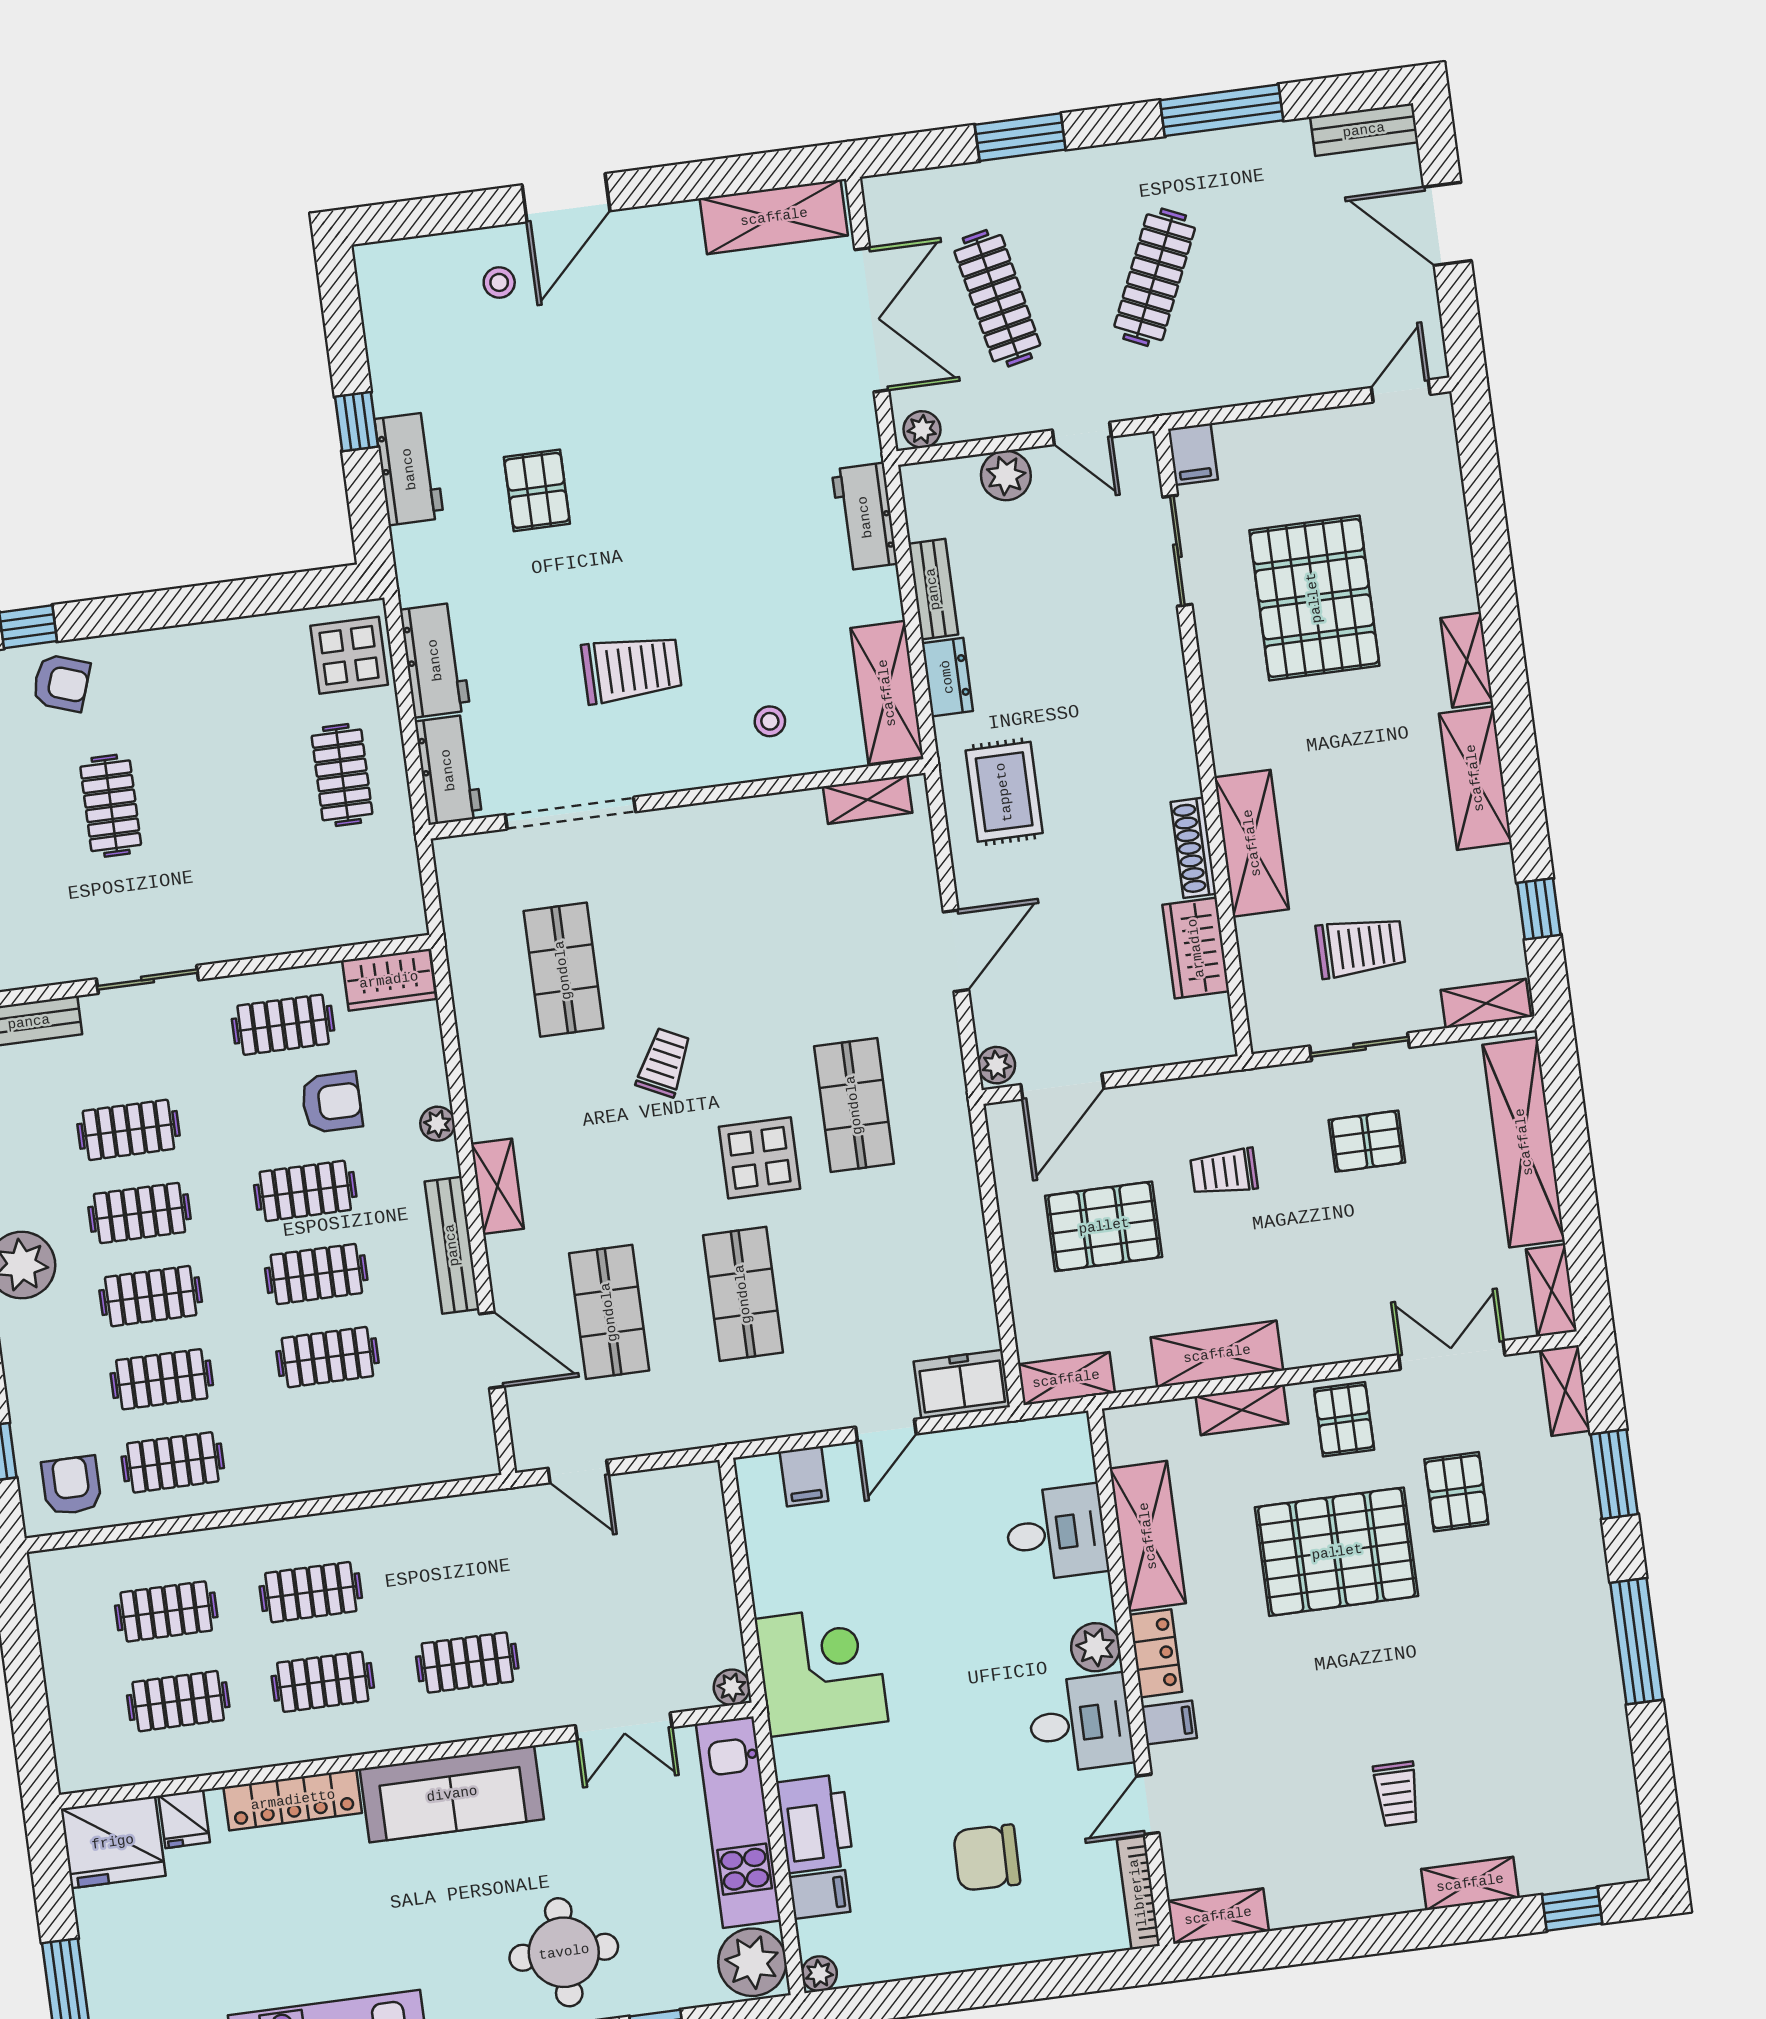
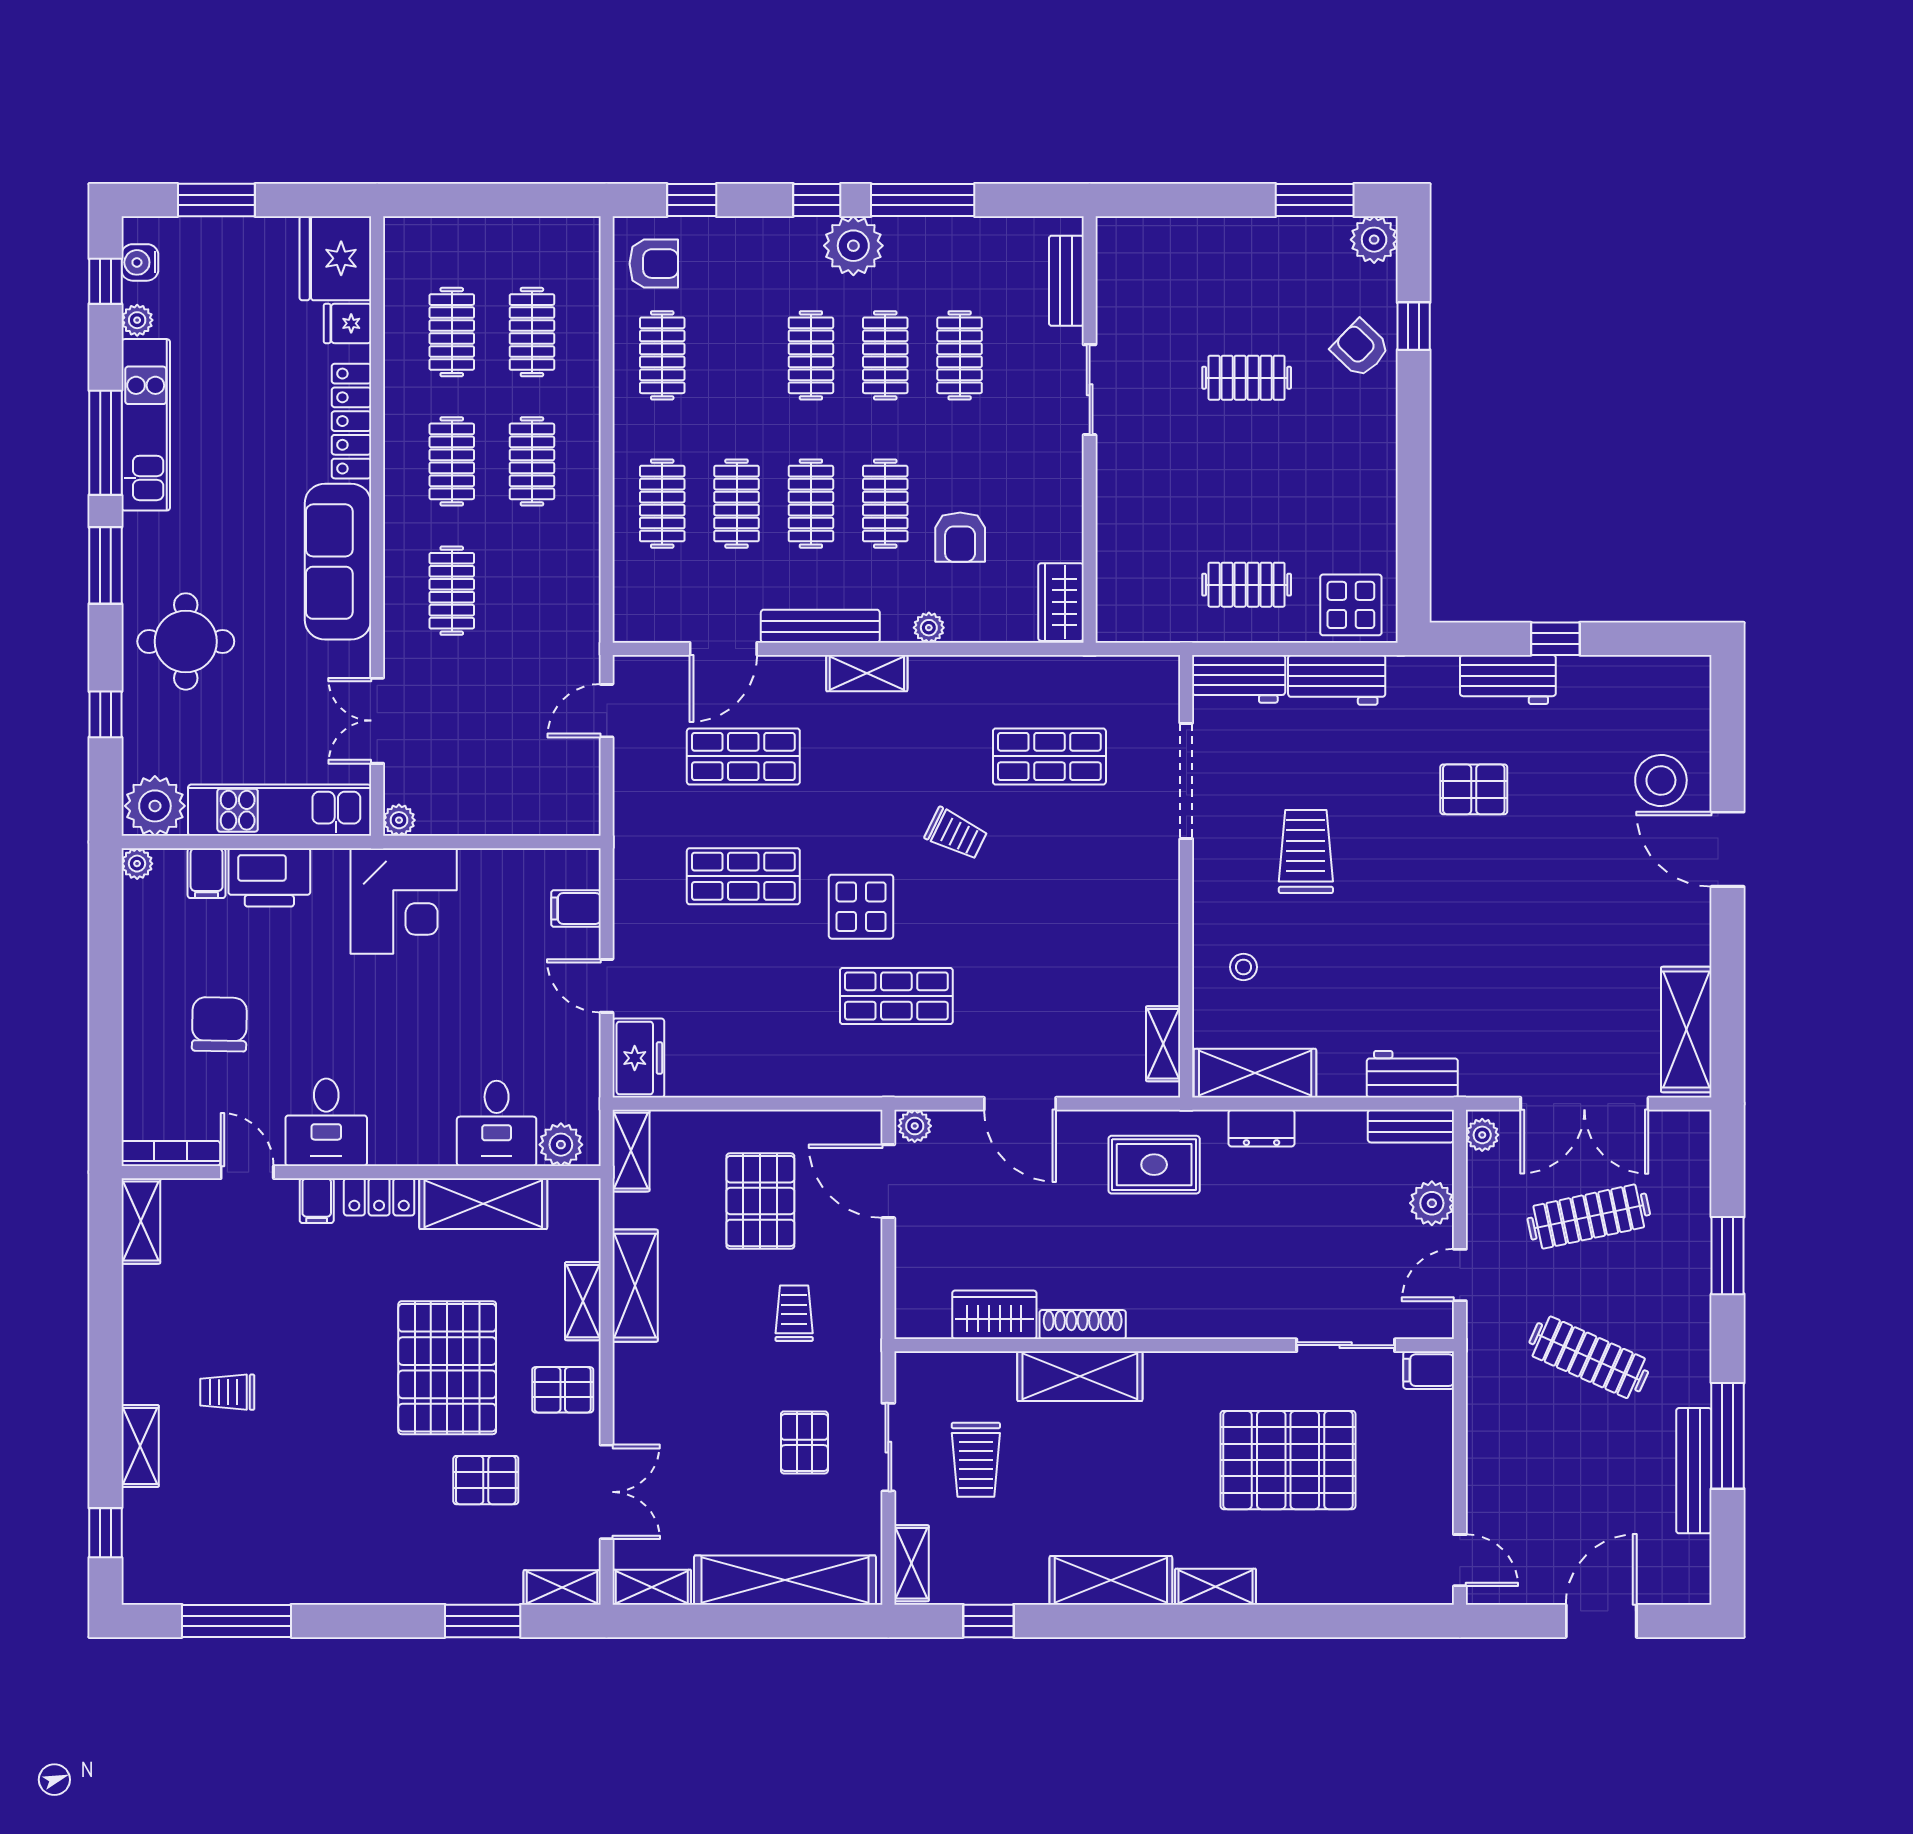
bench: (1364, 130) -> (1694, 1471), moved, width x1.36
stool: (499, 282) -> (1661, 781), width x1.89, depth x1.89
bench: (933, 589) -> (1411, 1126), moved
trolley: (631, 669) -> (1306, 852), turned 180
armchair: (61, 683) -> (1360, 348), turned 115
clothes rail: (283, 1025) -> (1034, 504), removed
clothes rail: (162, 1379) -> (662, 504), moved
window: (1637, 1641) -> (236, 1621), moved
plant: (1095, 1647) -> (561, 1145), moved

